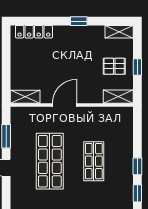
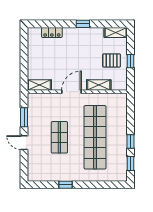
locker: (34, 32) -> (52, 32), width x0.66
shelving: (118, 97) -> (99, 85), moved
shop shelf: (50, 161) -> (59, 137), width x0.70, depth x0.74
shop shelf: (94, 161) -> (95, 137), width x2.00, depth x1.36

